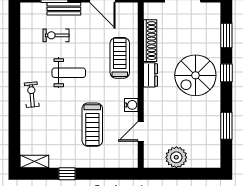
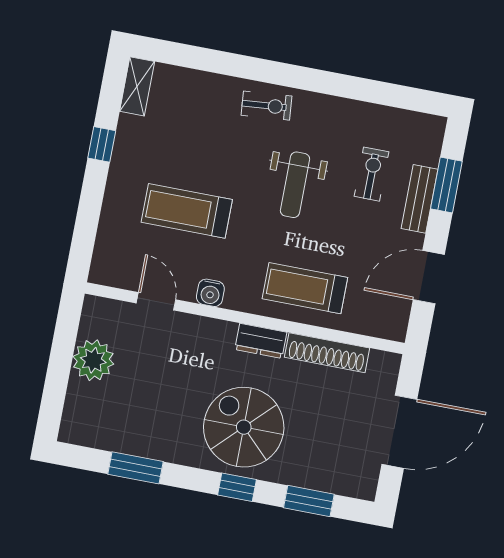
treadmill: (120, 58) -> (305, 288), turned 180

